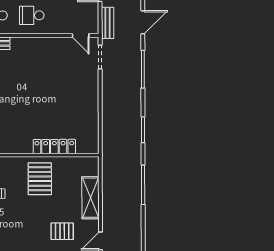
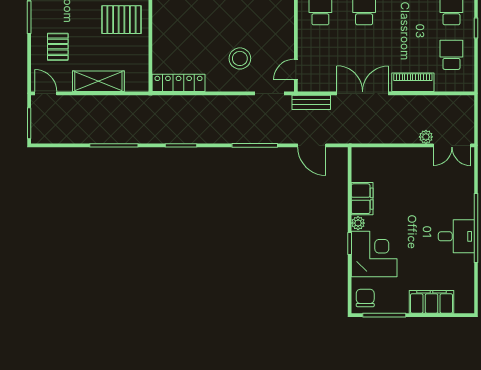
stool: (72, 81) -> (240, 58), added
locker: (54, 146) -> (179, 83), moved, turned -90

